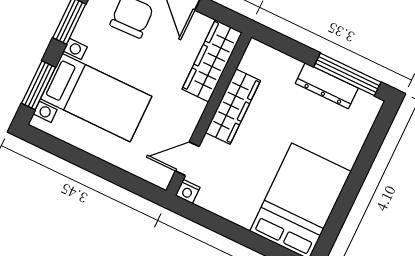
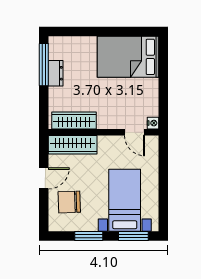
dresser: (327, 86) -> (56, 73), width x0.70
wardrobe: (233, 107) -> (74, 120), moved

